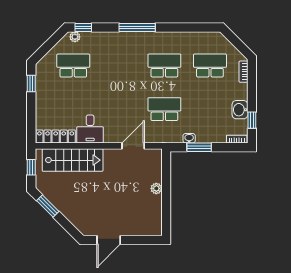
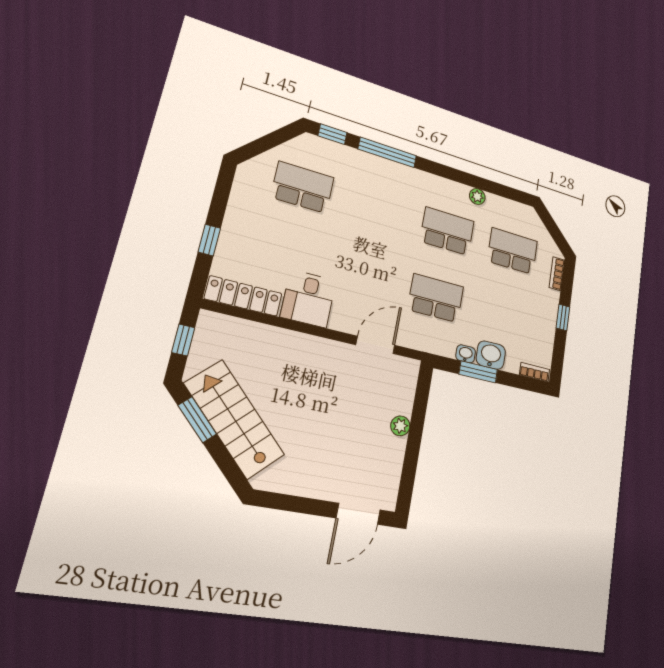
window: (137, 27) -> (387, 152), moved
plant: (75, 37) -> (477, 196), moved
window: (31, 83) -> (209, 240), moved
washbasin: (240, 110) -> (491, 355), moved, turned 90
window: (252, 120) -> (563, 318), moved
stairs: (73, 160) -> (235, 419), moved, turned -135
door: (109, 240) -> (358, 514), moved

